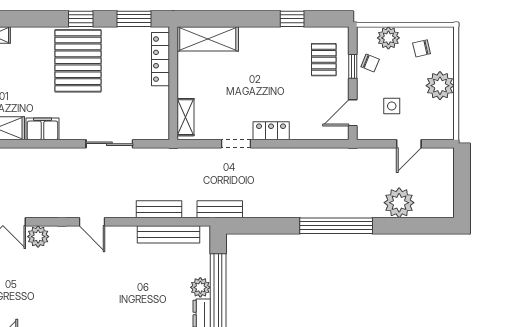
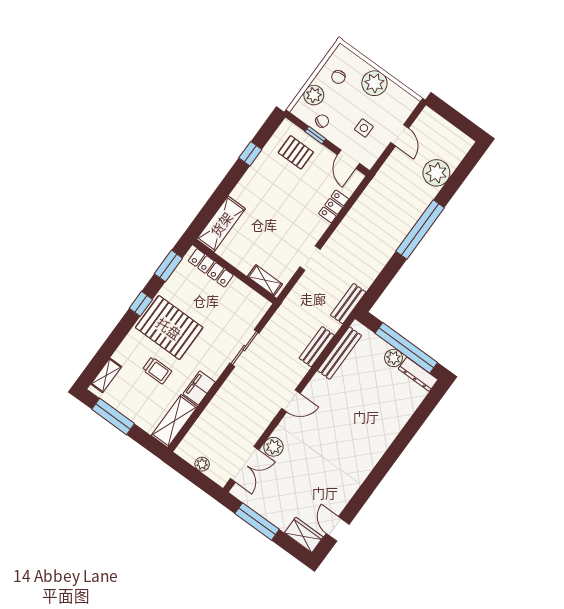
trolley: (30, 78) -> (157, 370), added
locker: (271, 131) -> (334, 206), moved

